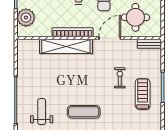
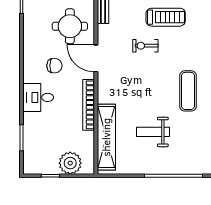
shelving: (66, 46) -> (106, 137), moved
treadmill: (143, 94) -> (166, 17), turned 180
weight bench: (42, 112) -> (153, 132), moved

